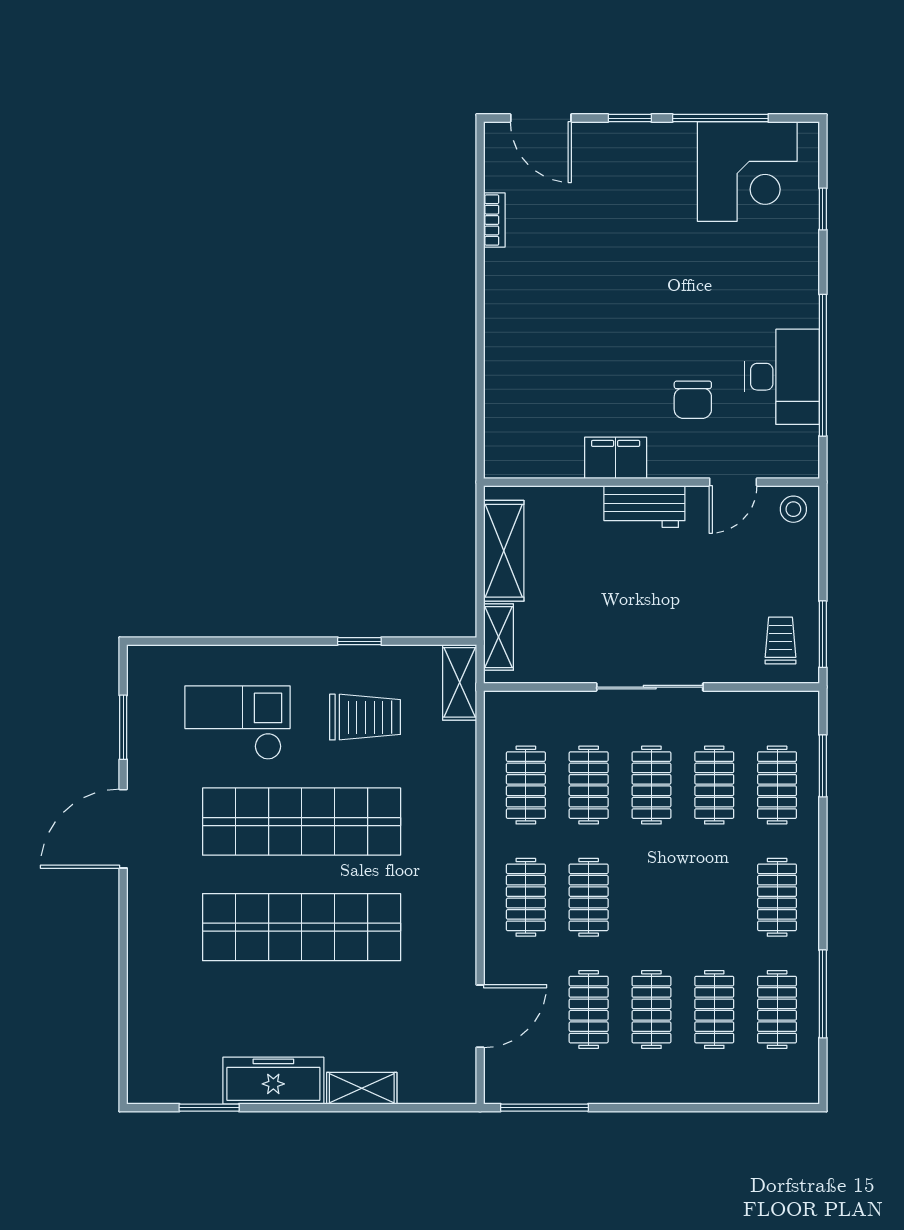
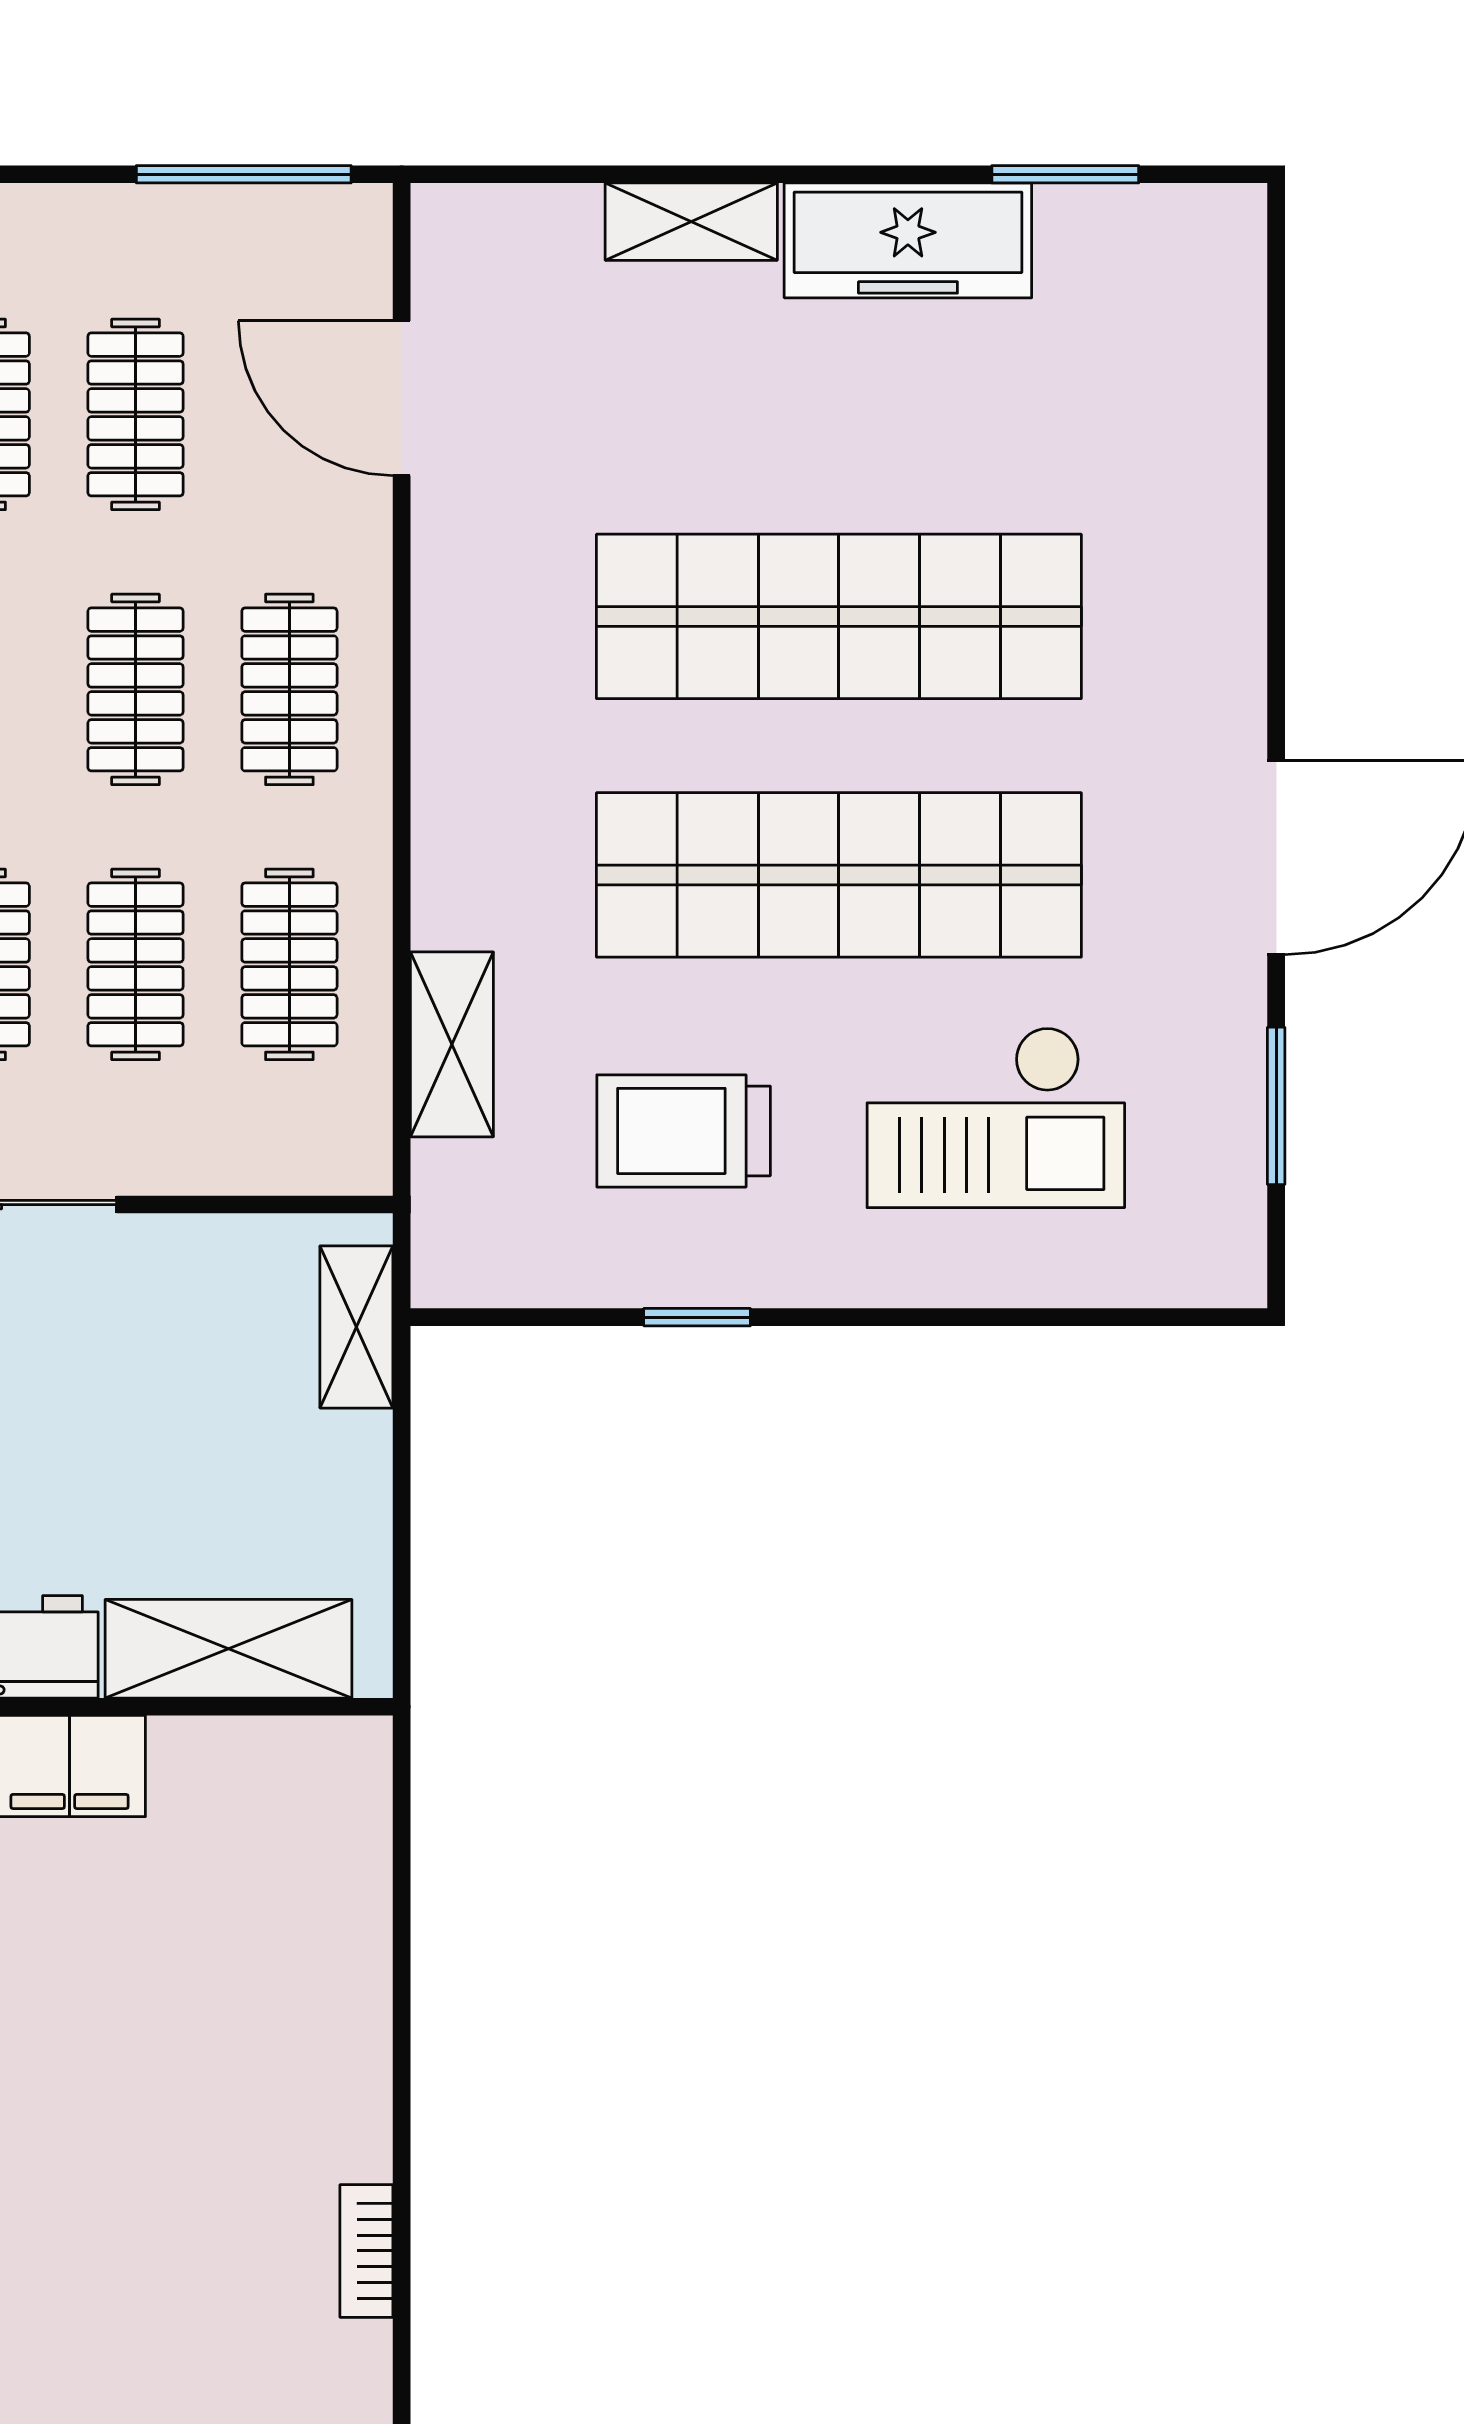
bookcase: (494, 220) -> (366, 2251), moved
shelving: (504, 551) -> (229, 1649), moved, turned 90
shelving: (460, 682) -> (452, 1044), moved
door: (480, 1016) -> (402, 398), hinge flipped

